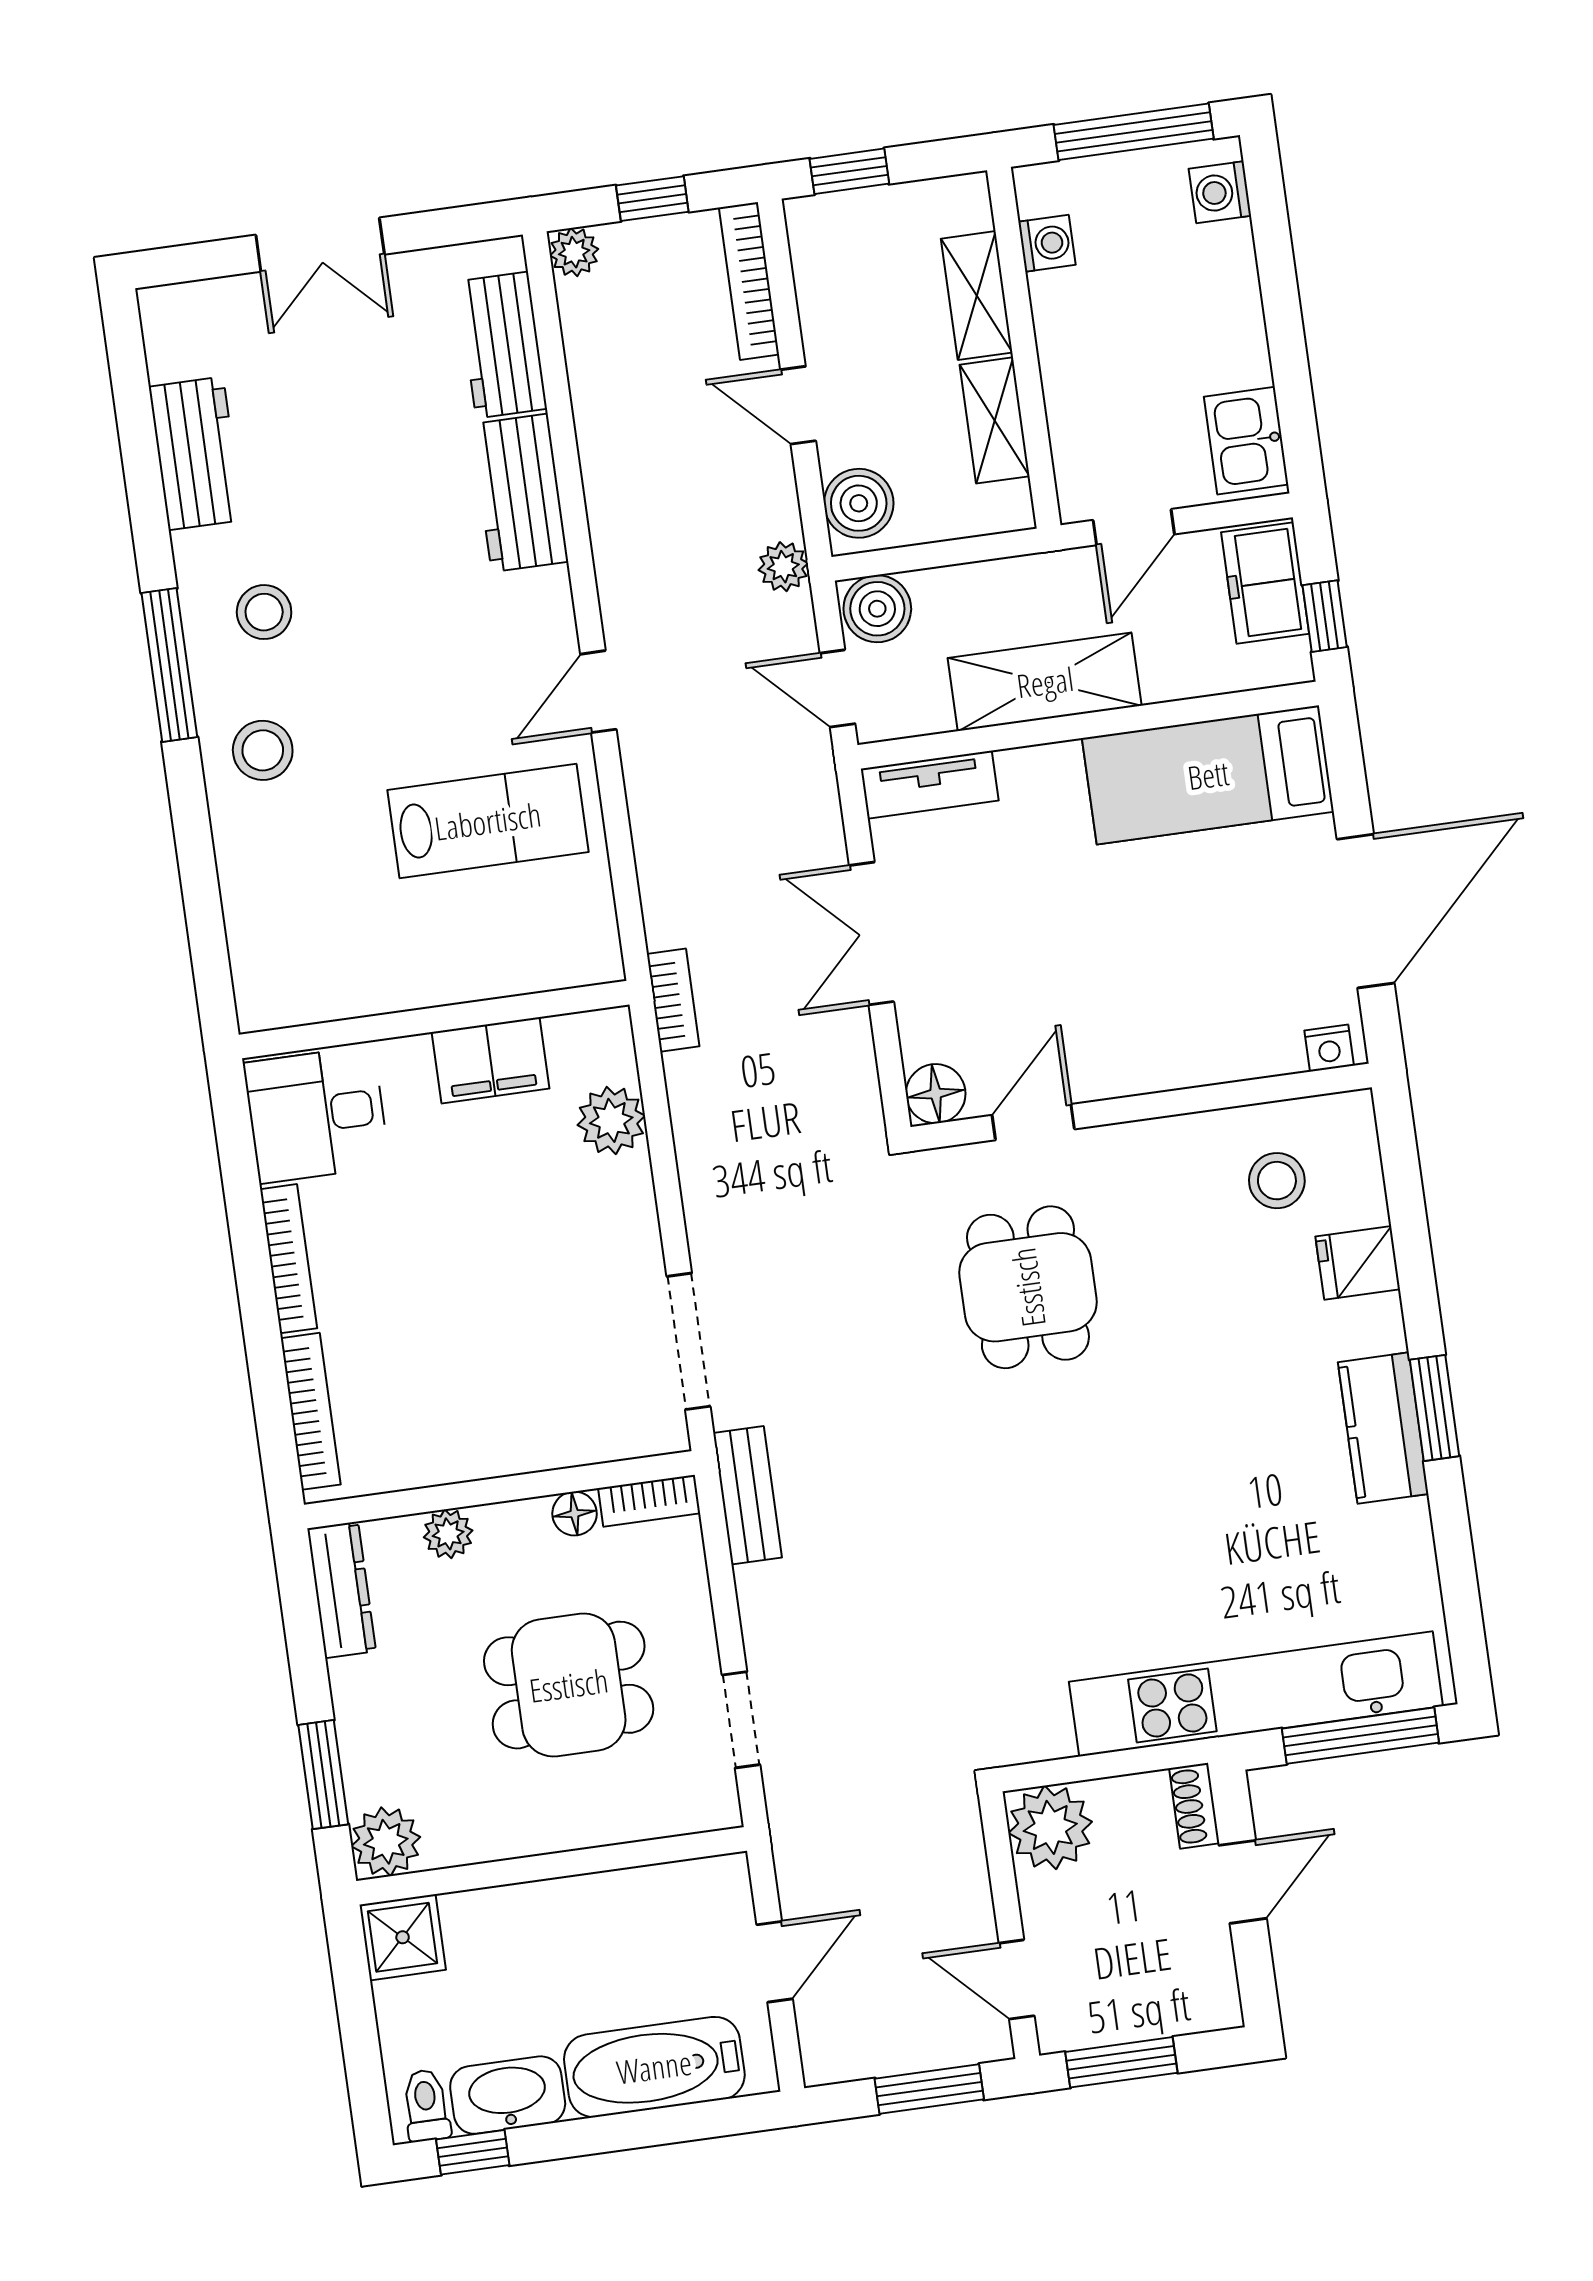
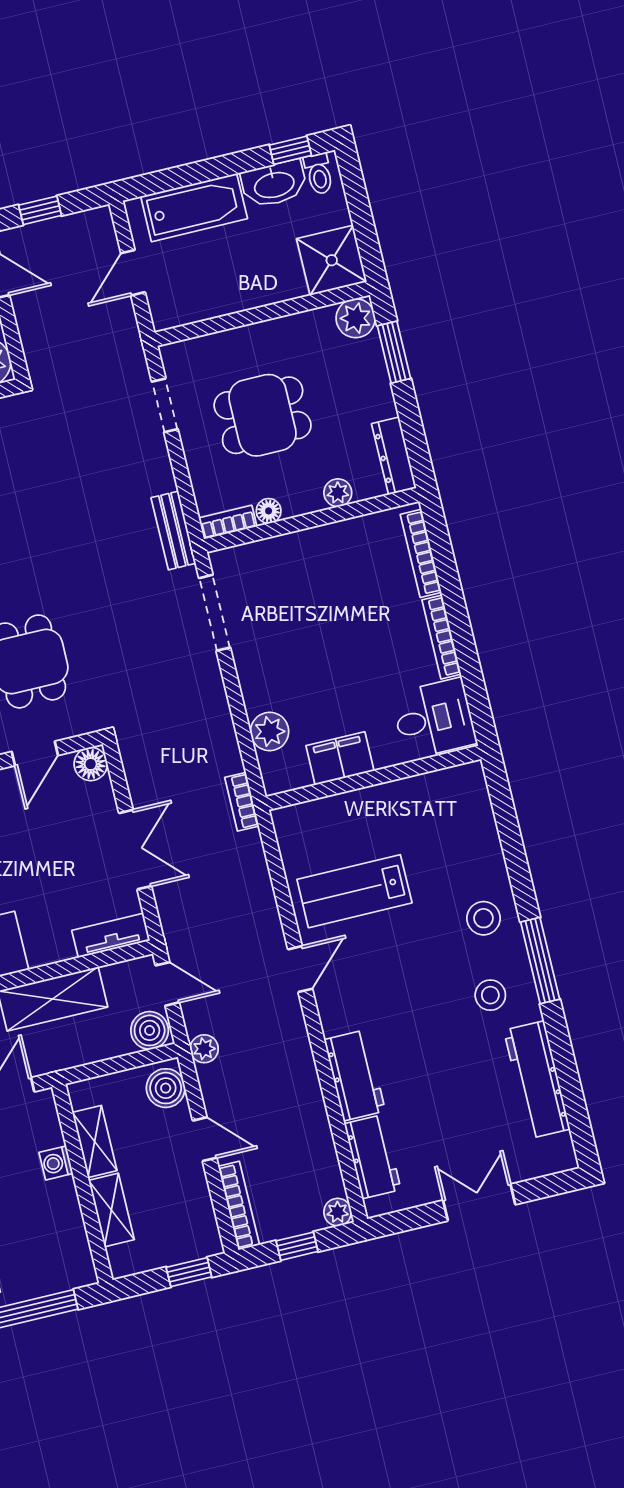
washing machine: (1047, 243) -> (56, 1163), moved
workbench: (196, 453) -> (537, 1080), width x1.37
shower: (403, 1937) -> (332, 260), width x1.36, depth x1.36
window: (929, 2089) -> (40, 210), width x0.67

